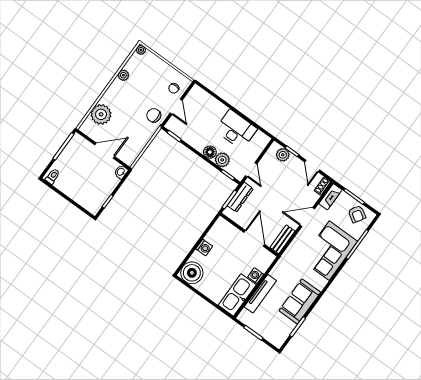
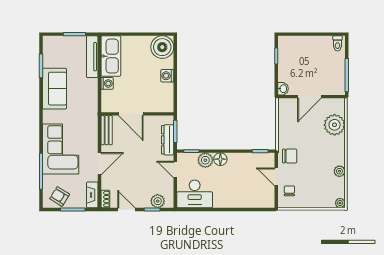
desk: (236, 130) -> (195, 194), moved
tv unit: (260, 294) -> (92, 57), moved

